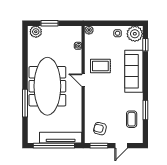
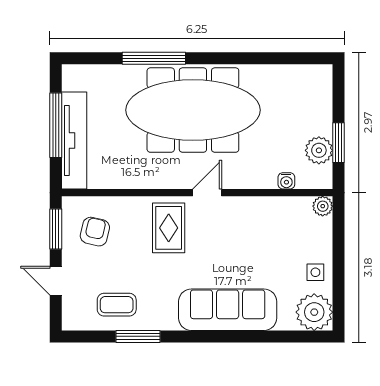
window: (50, 23) -> (339, 143), moved
plant: (36, 32) -> (319, 150), moved
window: (145, 45) -> (289, 336), removed
rug: (100, 66) -> (169, 228), moved
window: (54, 146) -> (56, 125), width x0.68

